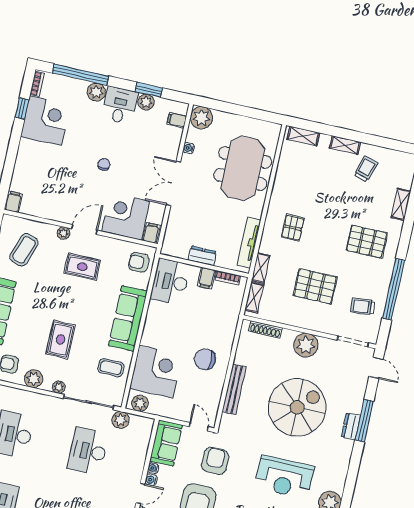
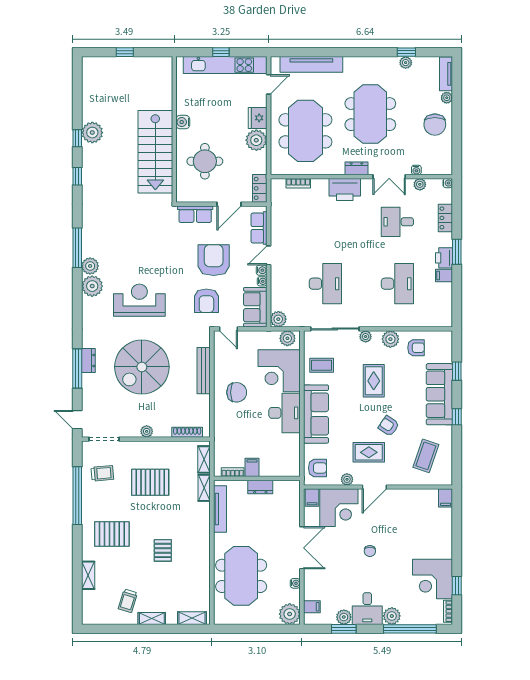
pallet: (293, 228) -> (163, 550), moved
plant: (63, 233) -> (347, 479), moved
desk: (170, 282) -> (285, 413), moved
armchair: (55, 289) -> (389, 426), added
plant: (306, 345) -> (147, 431), width x0.53, depth x0.53
plant: (121, 420) -> (278, 319), moved

